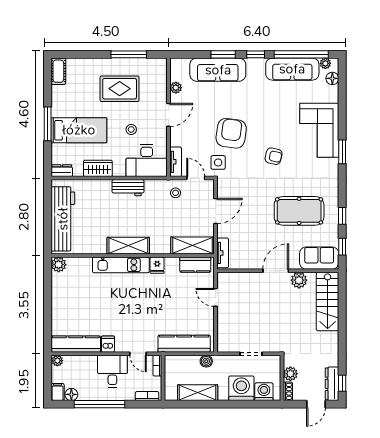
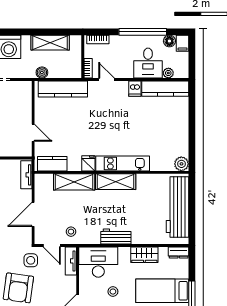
shelving: (192, 245) -> (74, 182), moved
plant: (57, 361) -> (168, 73), moved
desk: (112, 371) -> (148, 63), moved

